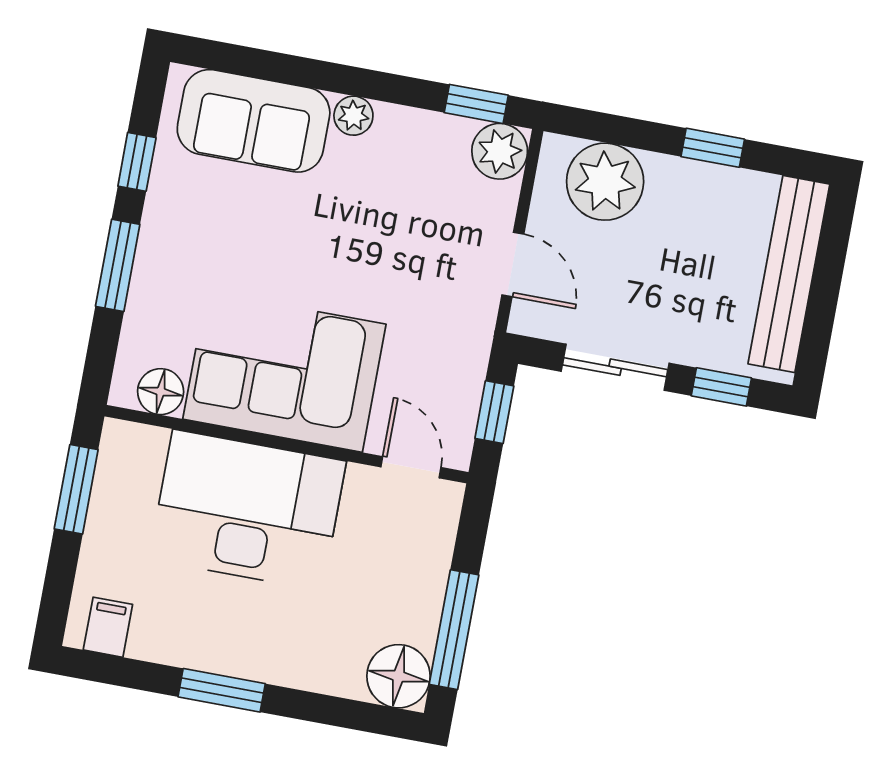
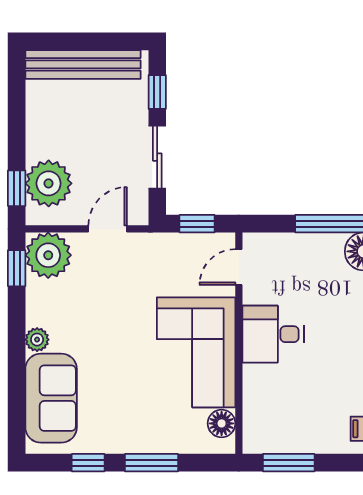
window: (713, 148) -> (17, 188), moved
plant: (500, 151) -> (48, 255), width x1.36, depth x1.36
desk: (248, 510) -> (273, 334), width x0.53, depth x0.77

